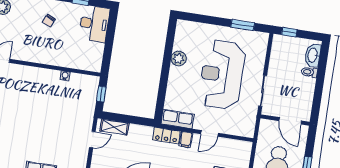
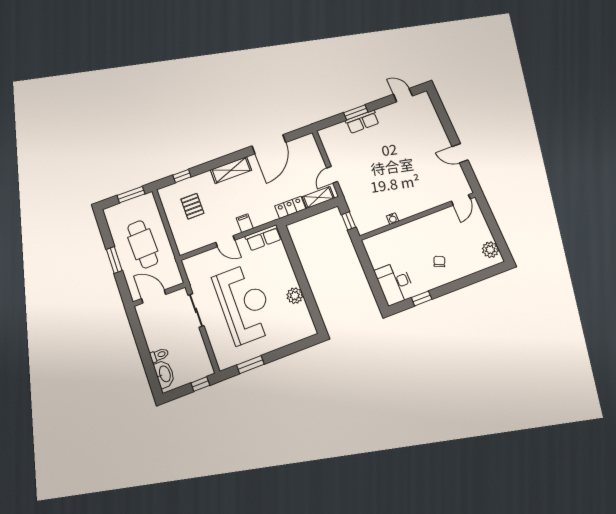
door: (210, 133) -> (225, 241), swing flipped
locker: (166, 136) -> (290, 207), moved

